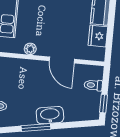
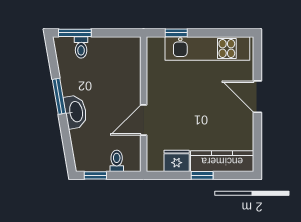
window: (112, 16) -> (202, 175), added
plant: (30, 49) -> (153, 81), removed

